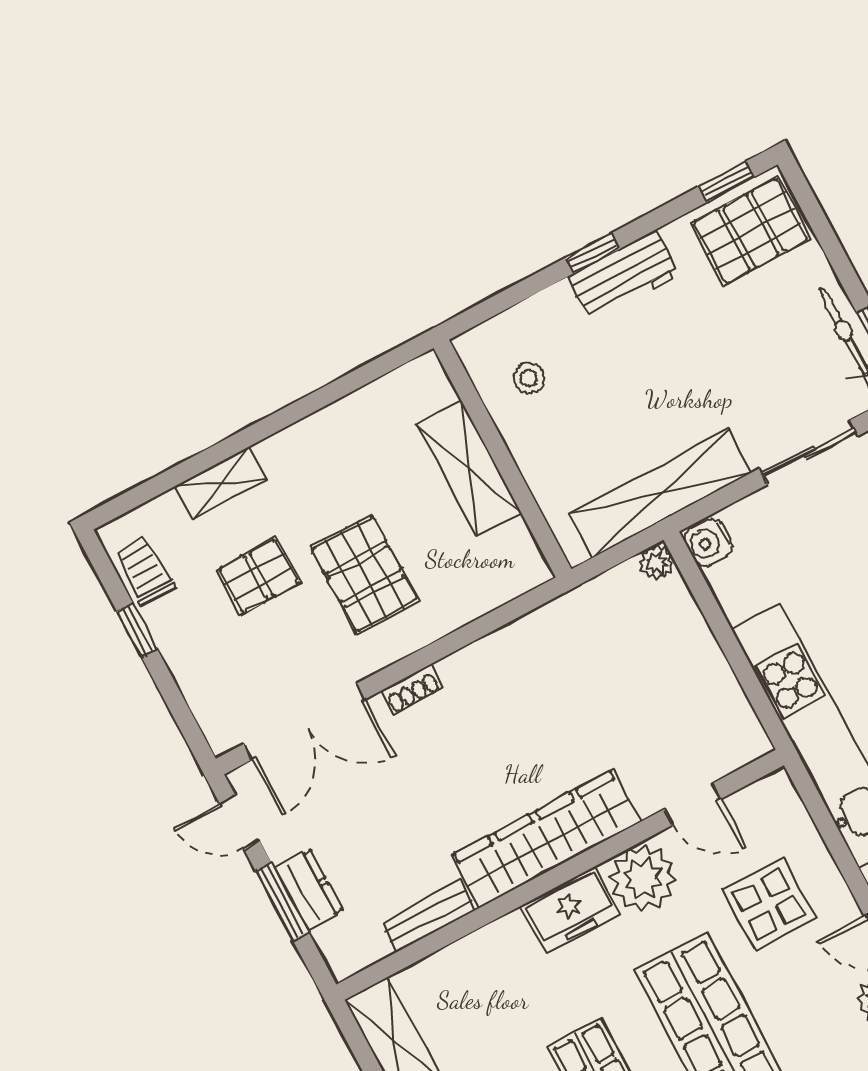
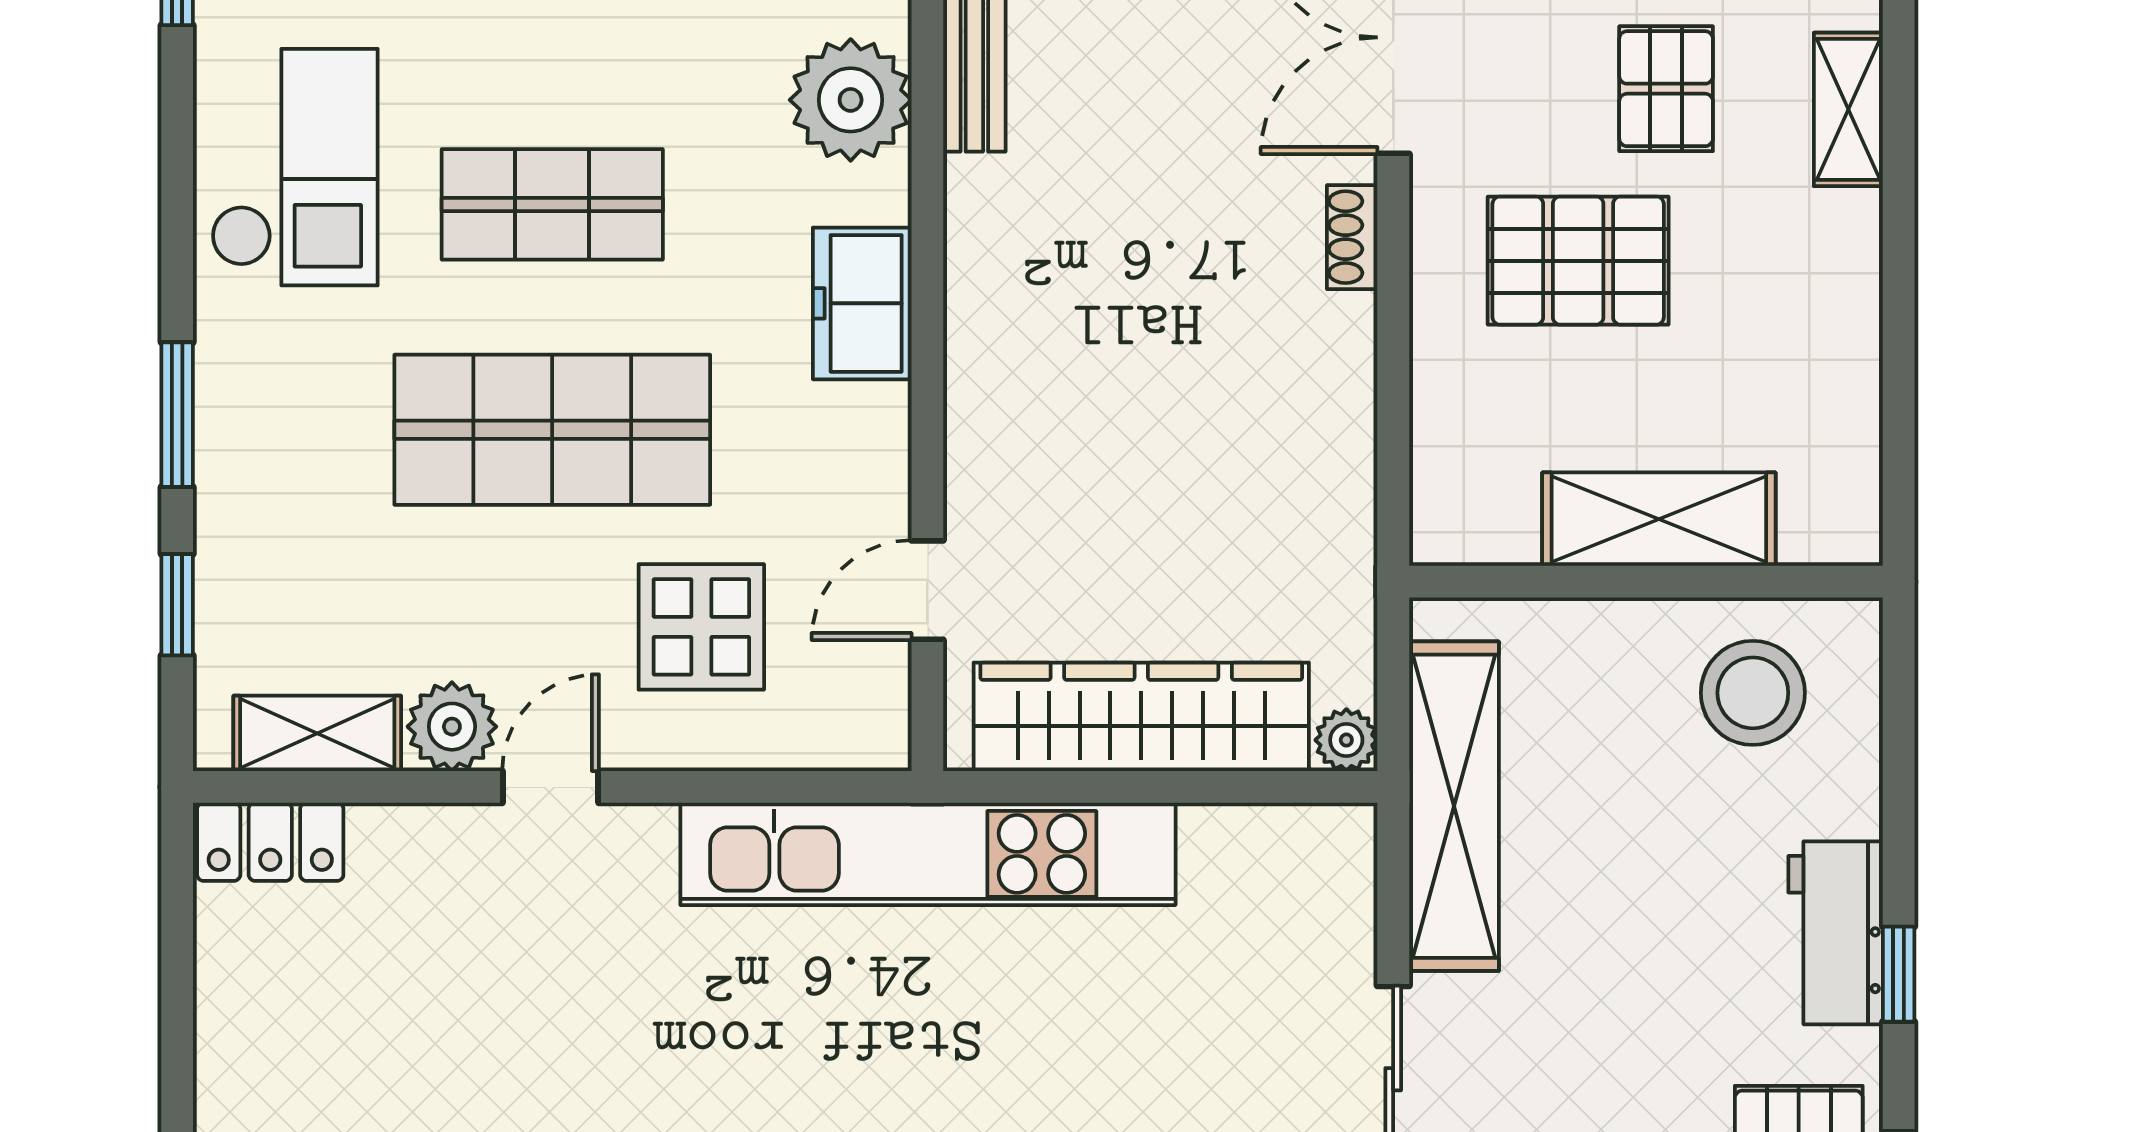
window: (592, 253) -> (1899, 974), moved
stool: (529, 378) -> (1753, 693), width x1.89, depth x1.89
water cooler: (708, 542) -> (1335, 840), removed
wardrobe: (546, 839) -> (1141, 717), moved, turned -90
plant: (643, 878) -> (851, 100), moved

